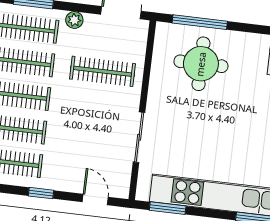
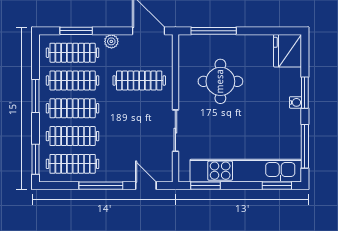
round table: (201, 64) -> (220, 81), moved
window: (41, 193) -> (101, 186), width x2.17

